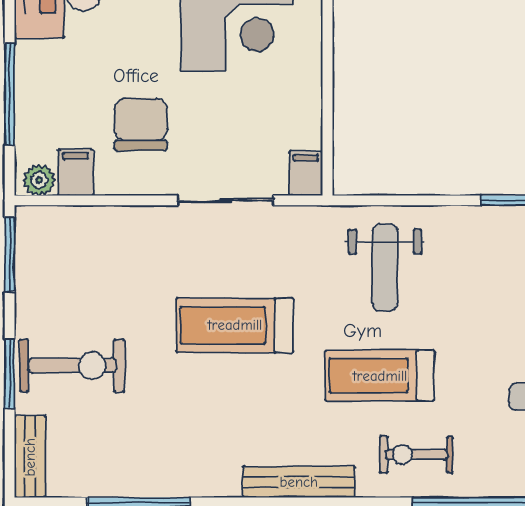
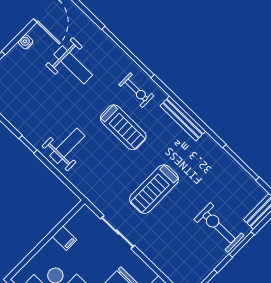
filing cabinet: (306, 173) -> (65, 238), moved, turned -90
weight bench: (385, 267) -> (67, 146), moved
treadmill: (235, 325) -> (154, 189), turned 90

